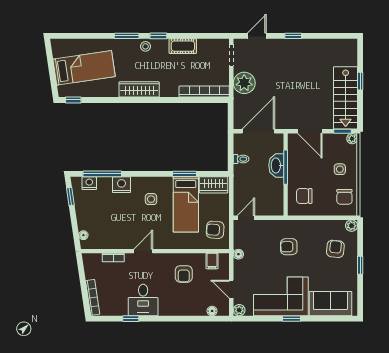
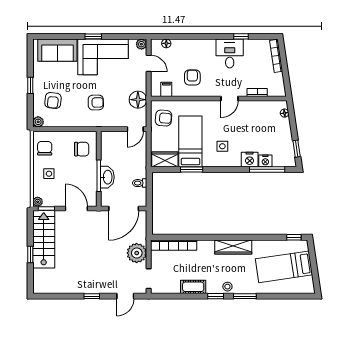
nightstand: (89, 183) -> (265, 161), moved
floor lamp: (238, 254) -> (138, 100), width x1.89, depth x1.89

